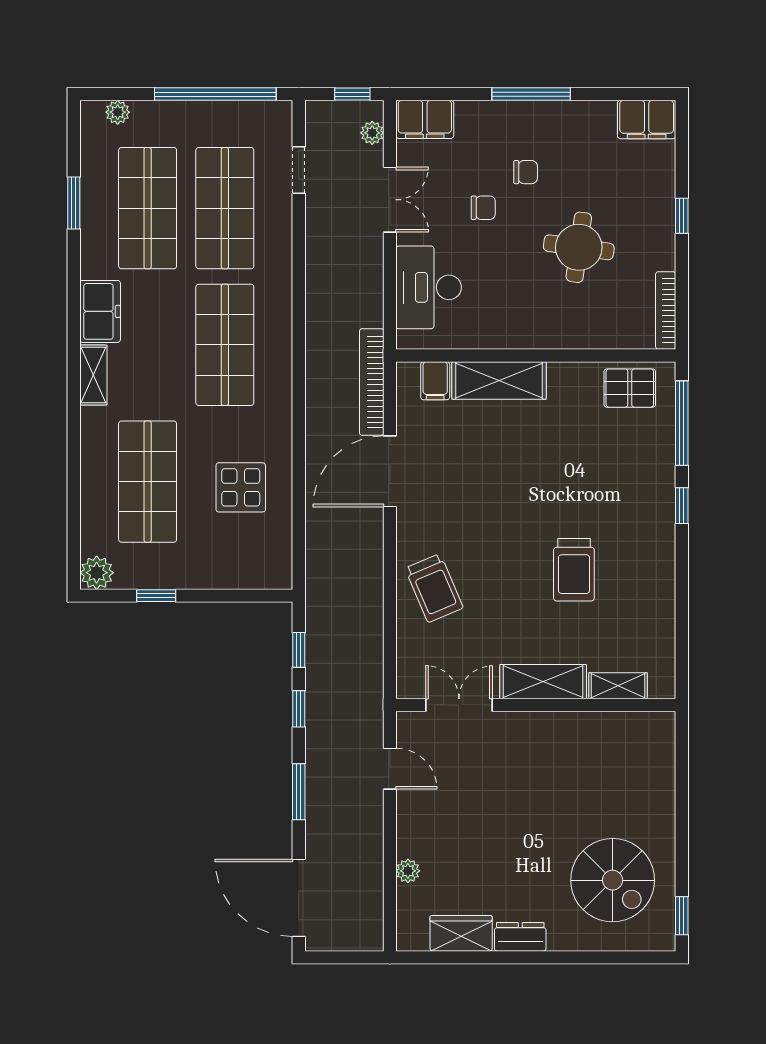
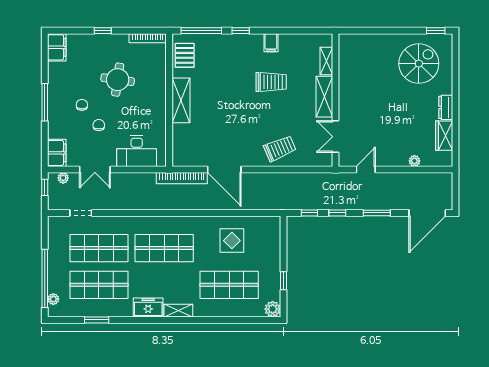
window: (215, 94) -> (45, 278), moved
double door: (390, 200) -> (95, 170), swing flipped
shelving: (499, 380) -> (181, 100), moved
filing cabinet: (435, 381) -> (271, 43), moved, turned 90

